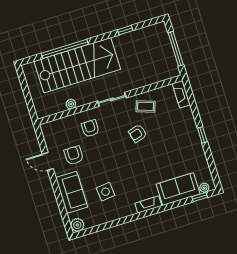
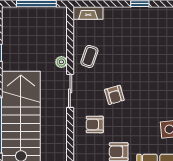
plant: (71, 104) -> (61, 62), moved
armchair: (138, 133) -> (114, 95), moved

